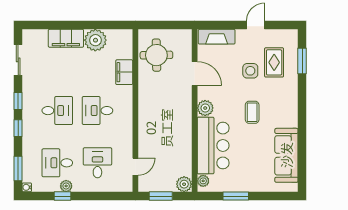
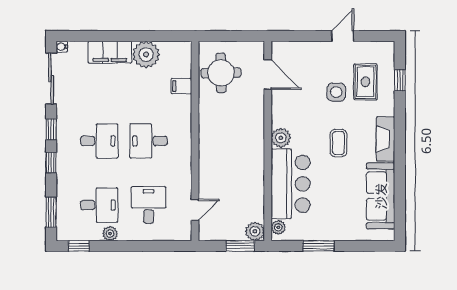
fireplace: (217, 37) -> (386, 139), moved, turned 90
sliding door: (18, 60) -> (51, 79), width x1.37
window: (302, 61) -> (400, 80), width x0.67
filing cabinet: (124, 72) -> (181, 86), width x0.50
door: (195, 74) -> (268, 75), moved
desk: (57, 163) -> (99, 205), turned 180
water cooler: (27, 187) -> (62, 47), moved
window: (63, 196) -> (79, 246), moved
window: (161, 196) -> (240, 246), moved

